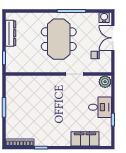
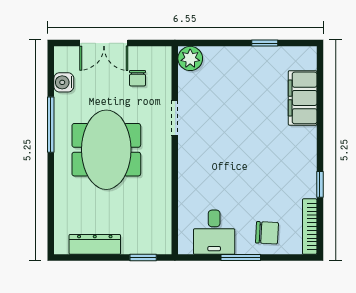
water cooler: (104, 18) -> (64, 82), moved
meeting table: (59, 39) -> (106, 150), turned 90
desk: (100, 107) -> (214, 232), moved, turned 180
chair: (17, 121) -> (267, 233), added

